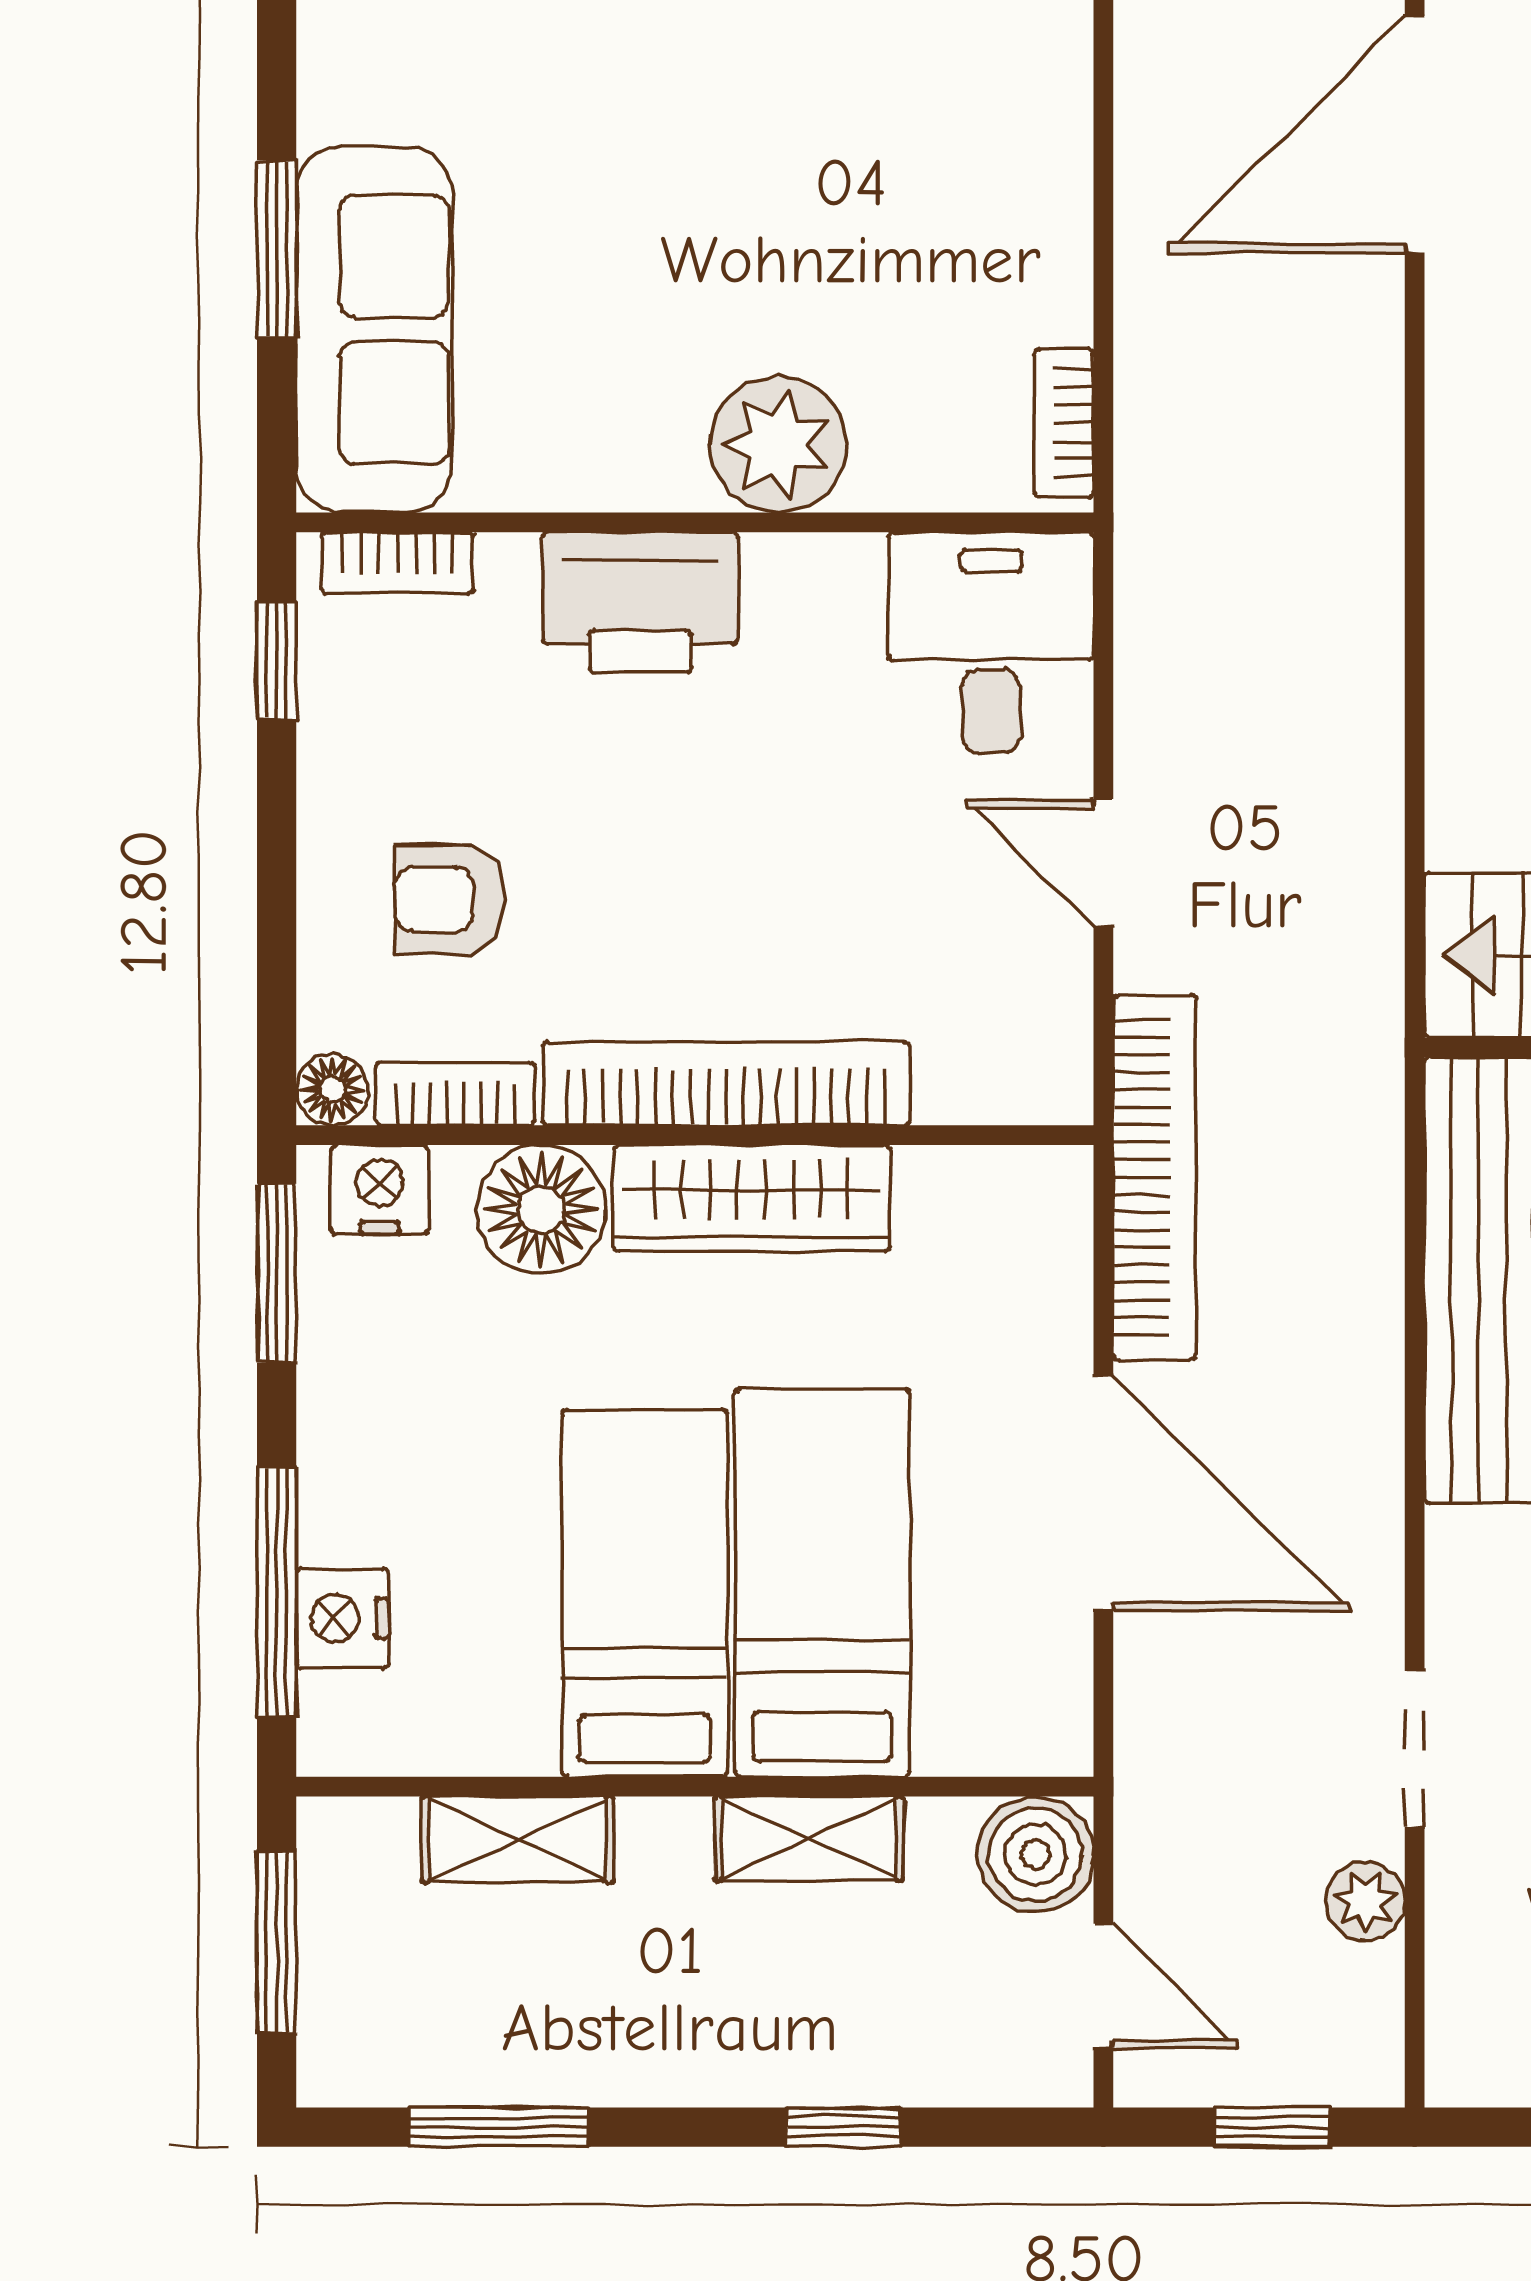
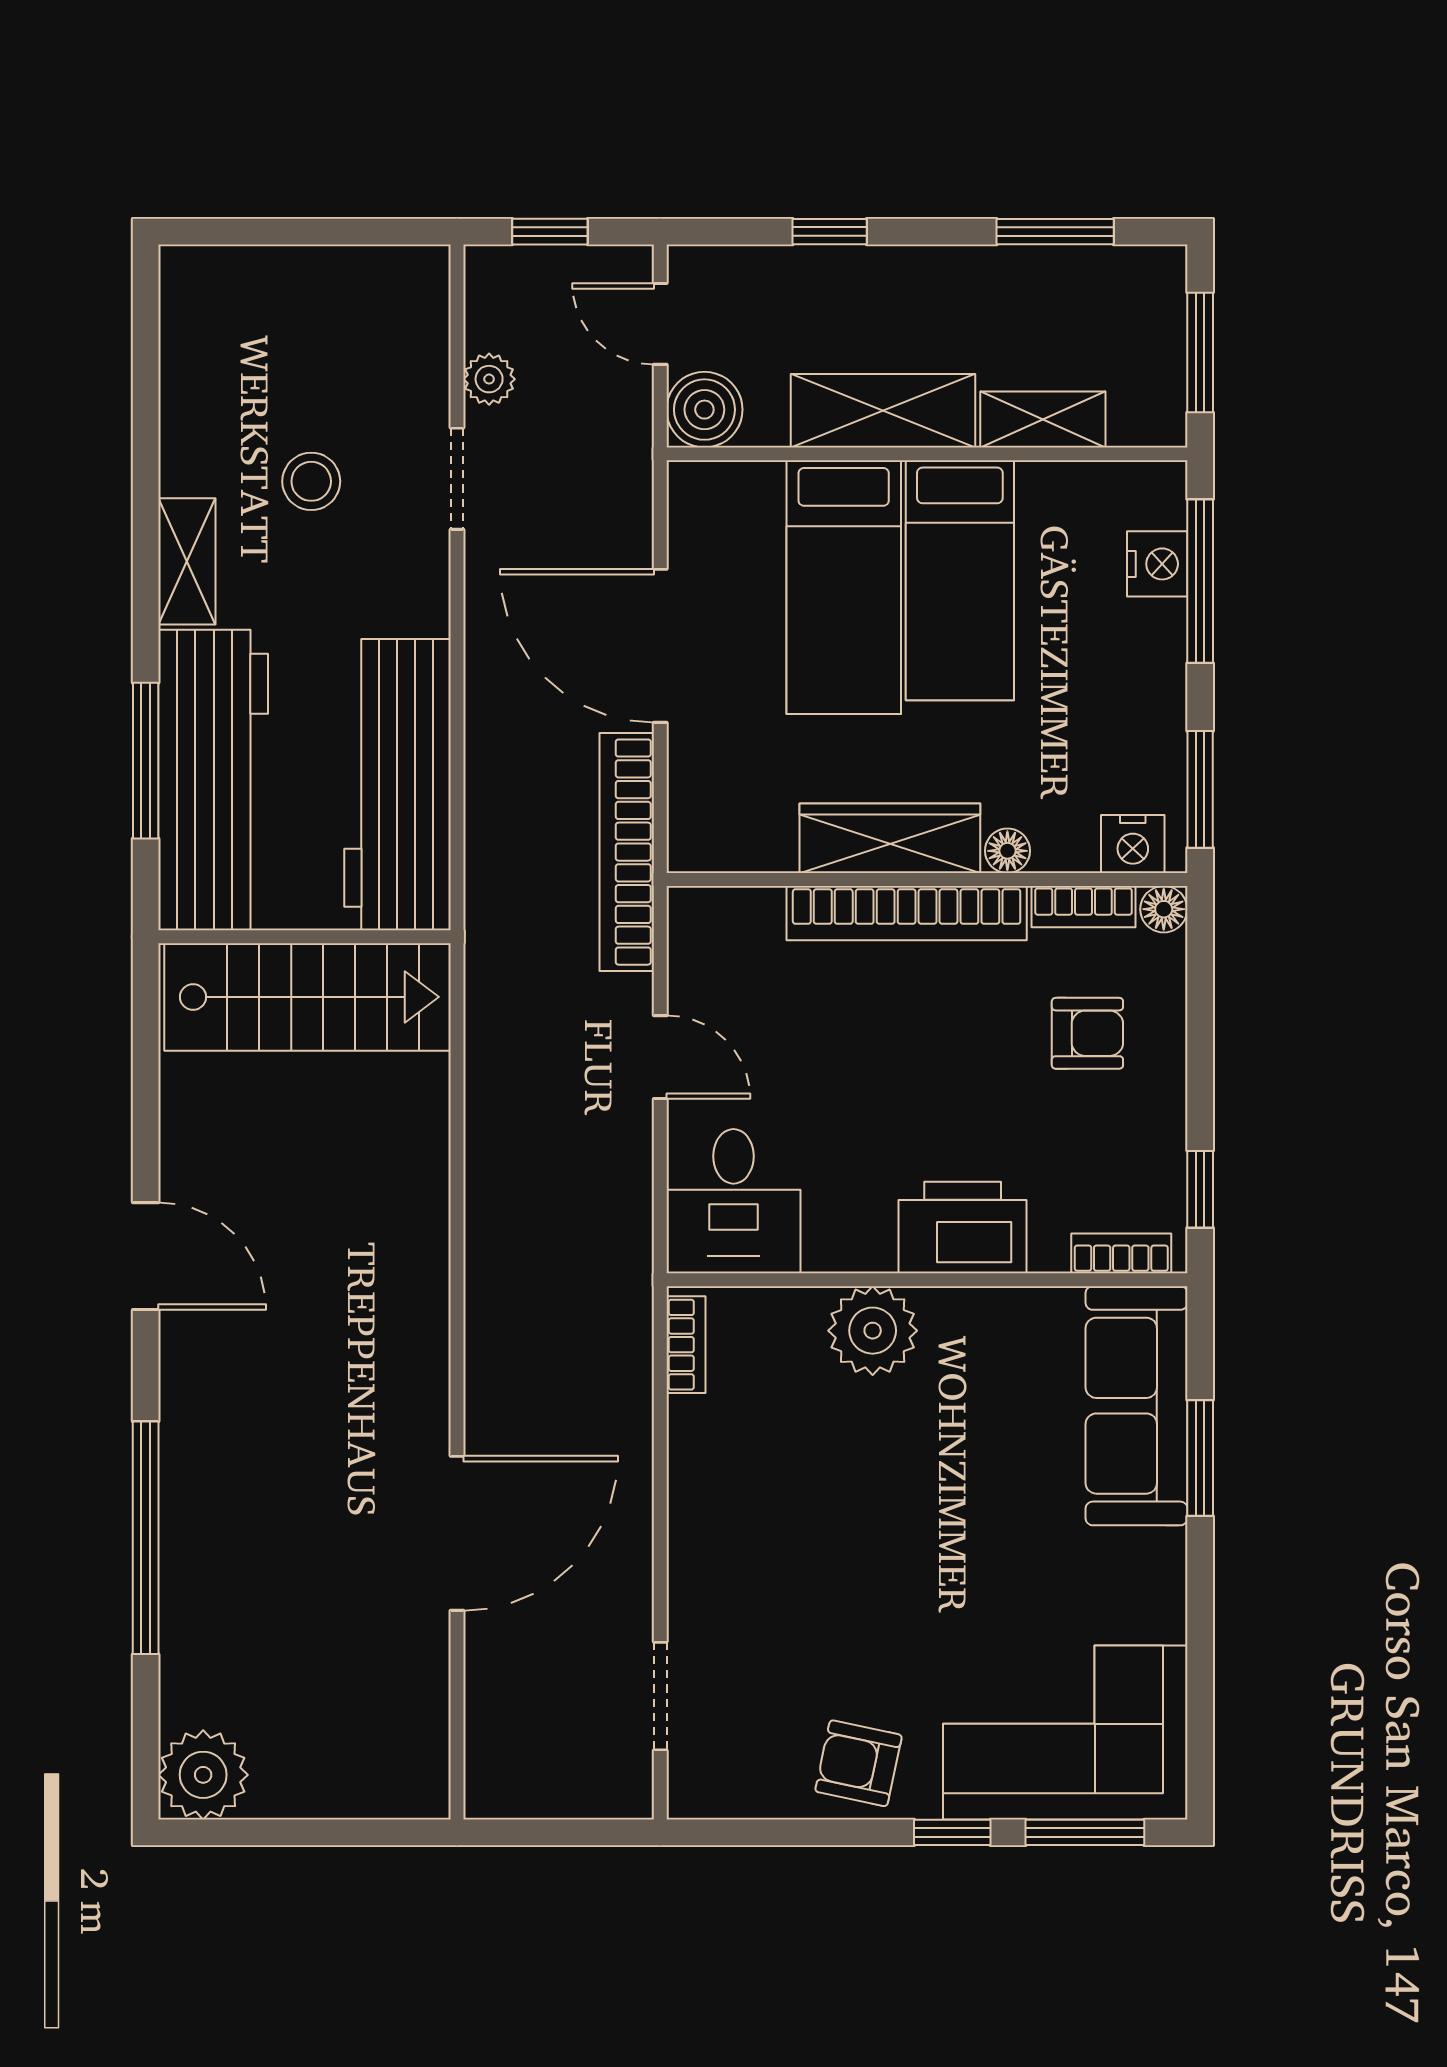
floor lamp: (541, 1209) -> (1007, 851), width x0.53, depth x0.53
shelving: (809, 1839) -> (883, 411), width x1.50, depth x1.33

